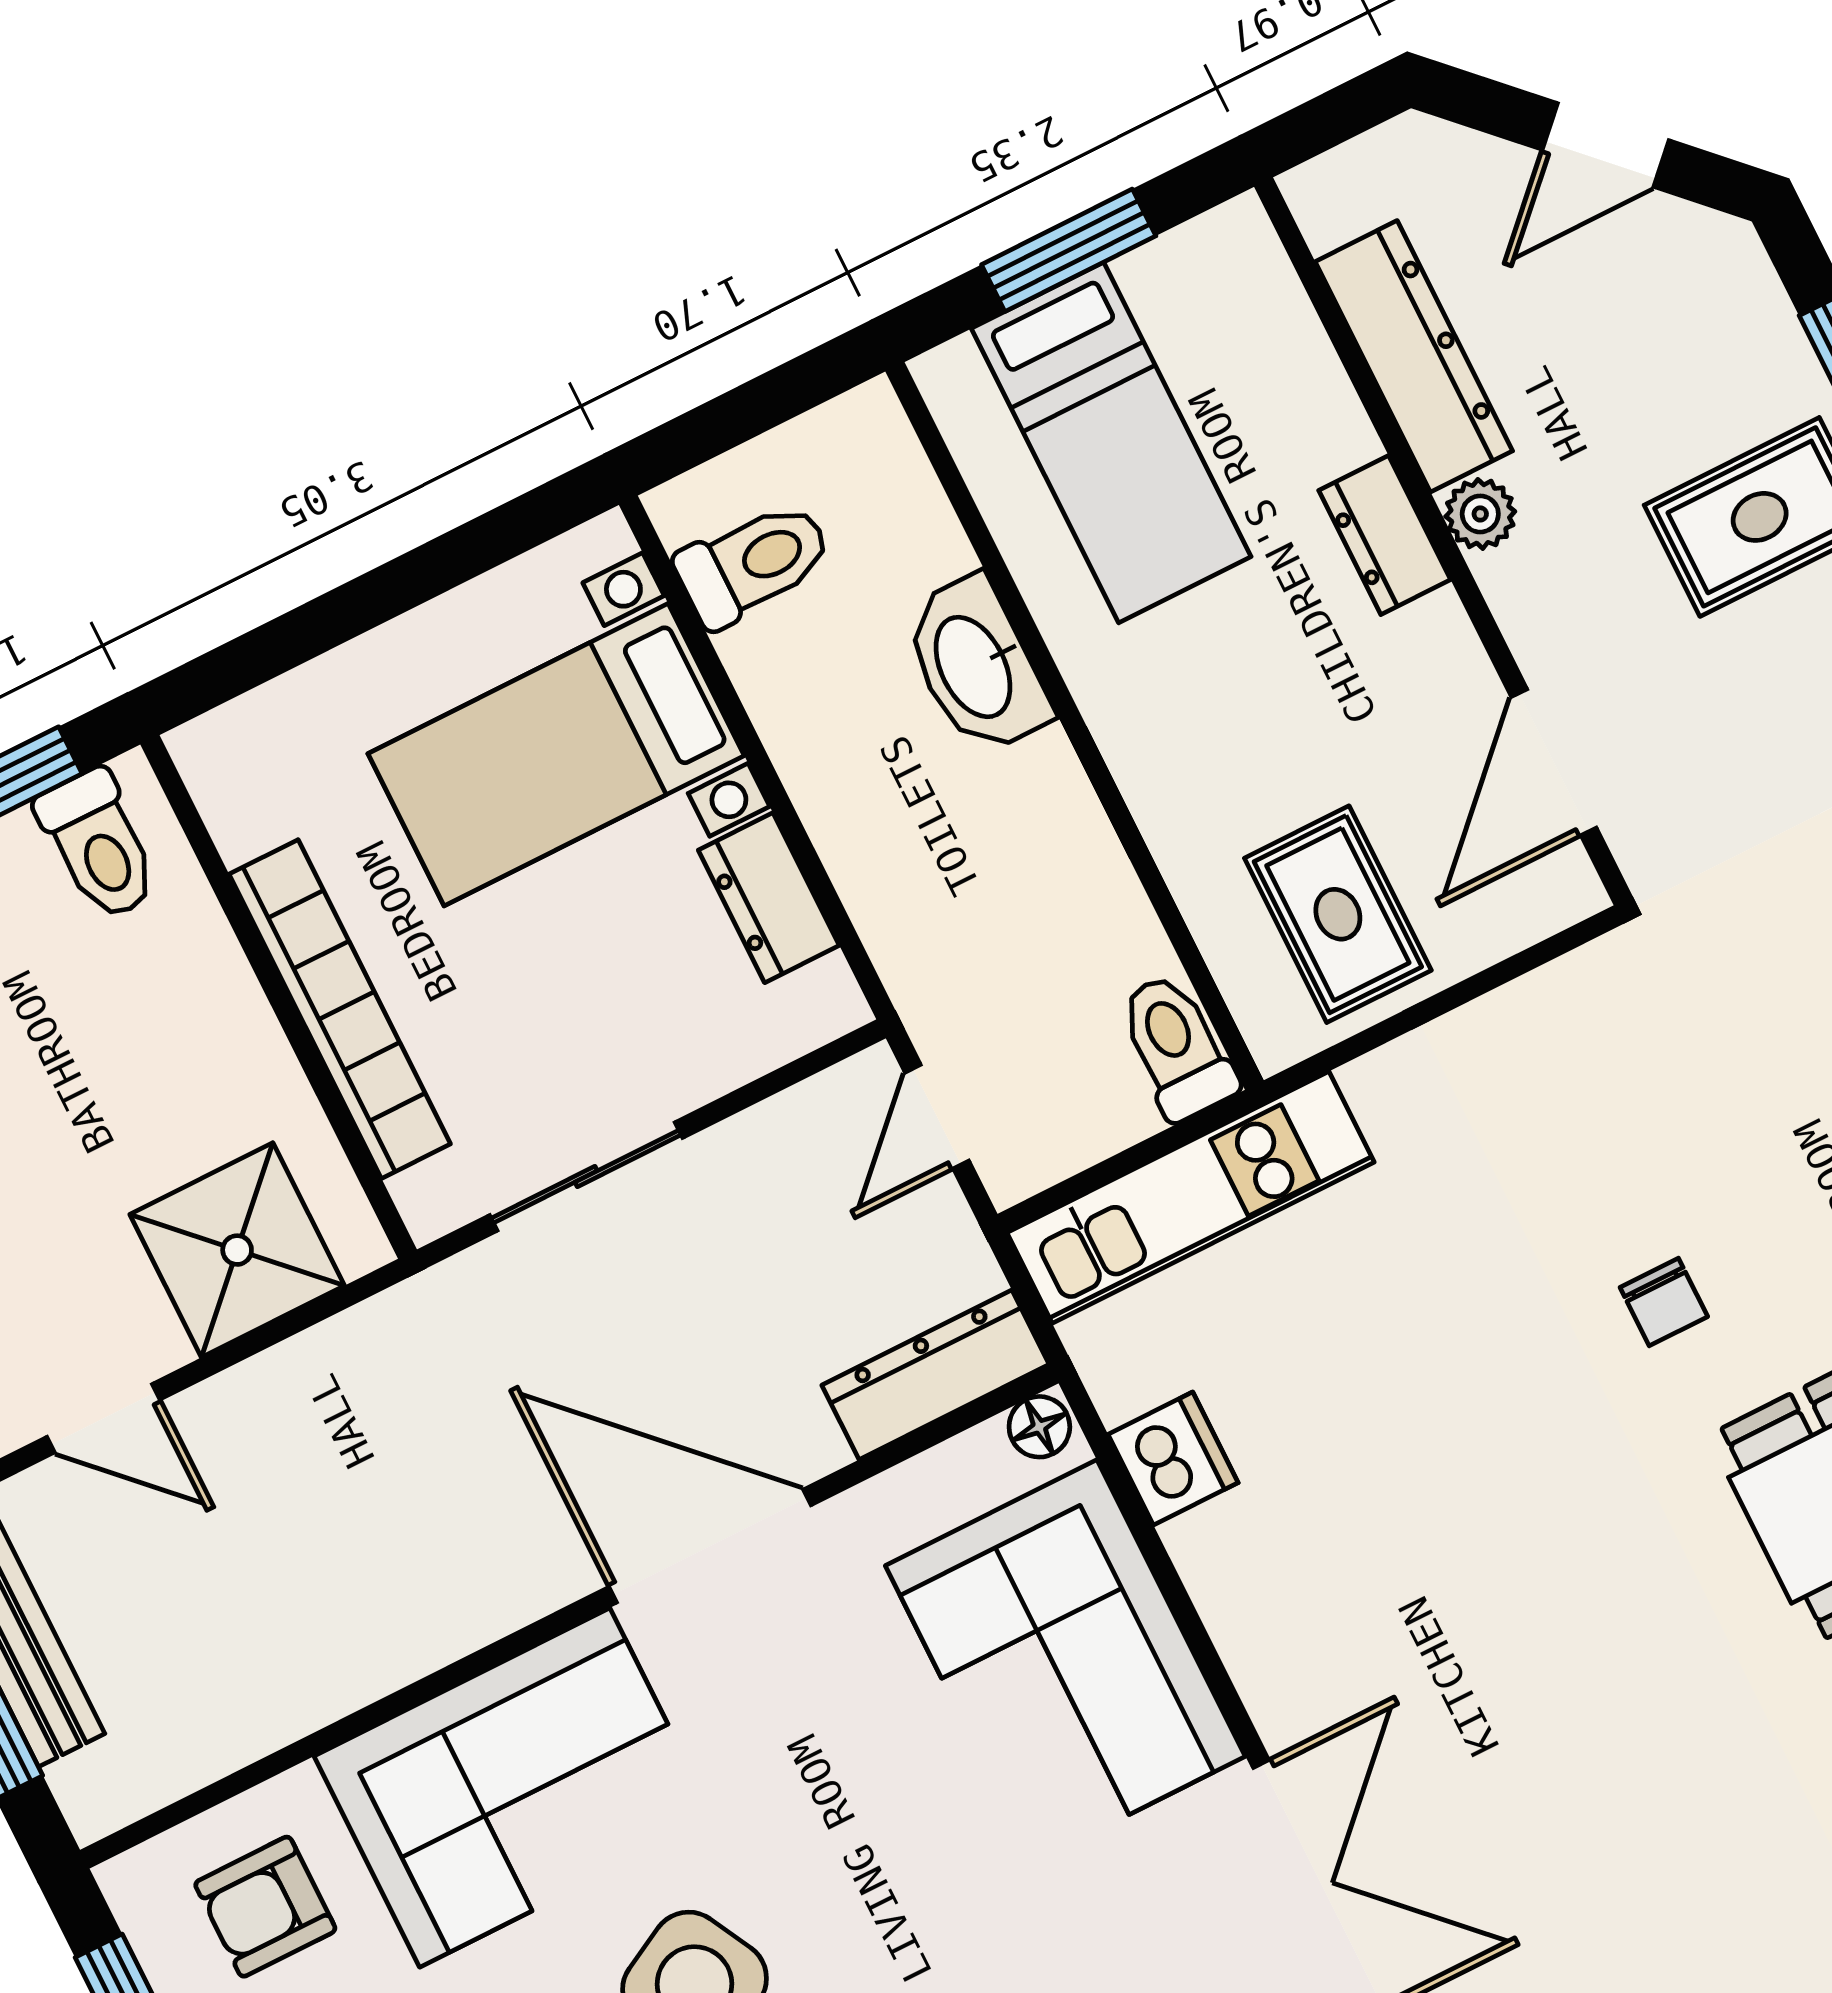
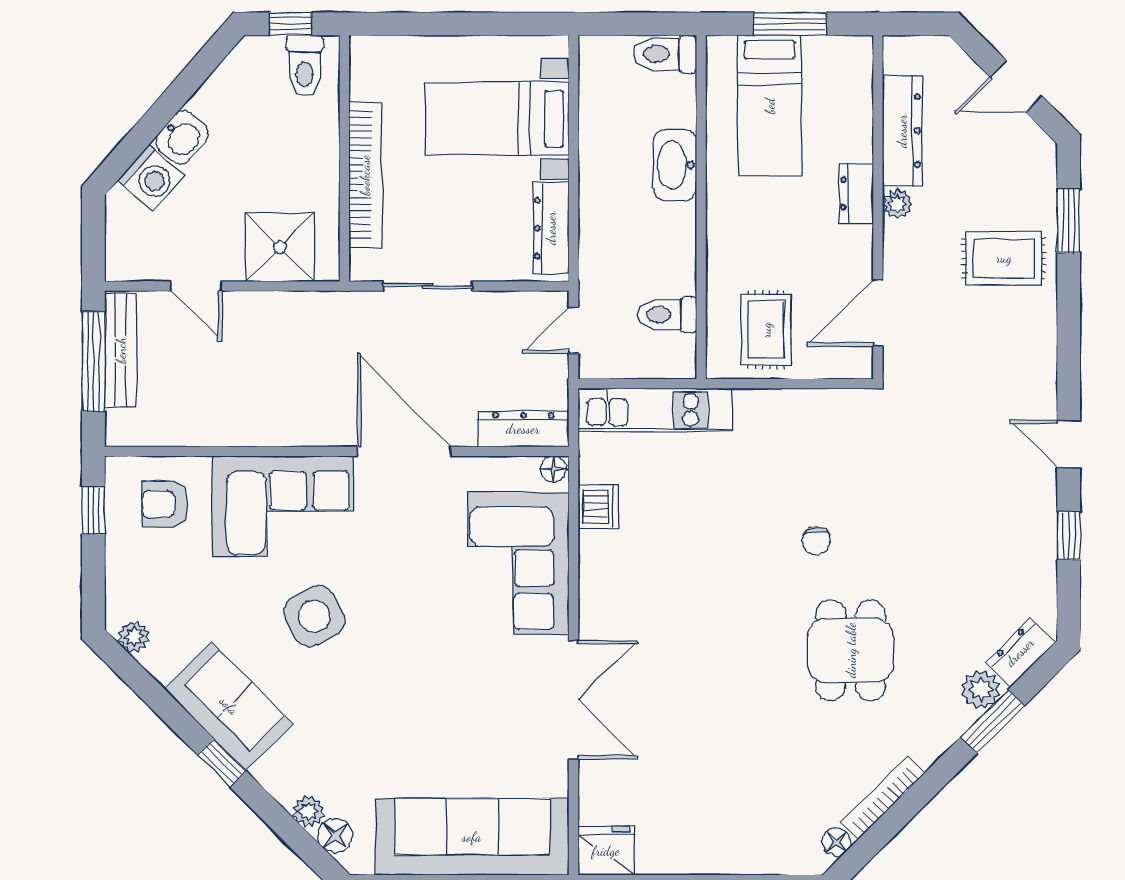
toilet: (754, 563) -> (665, 54), moved, turned 180
dresser: (769, 898) -> (551, 228), width x1.44
toilet: (1177, 1047) -> (667, 315), moved, turned -90

